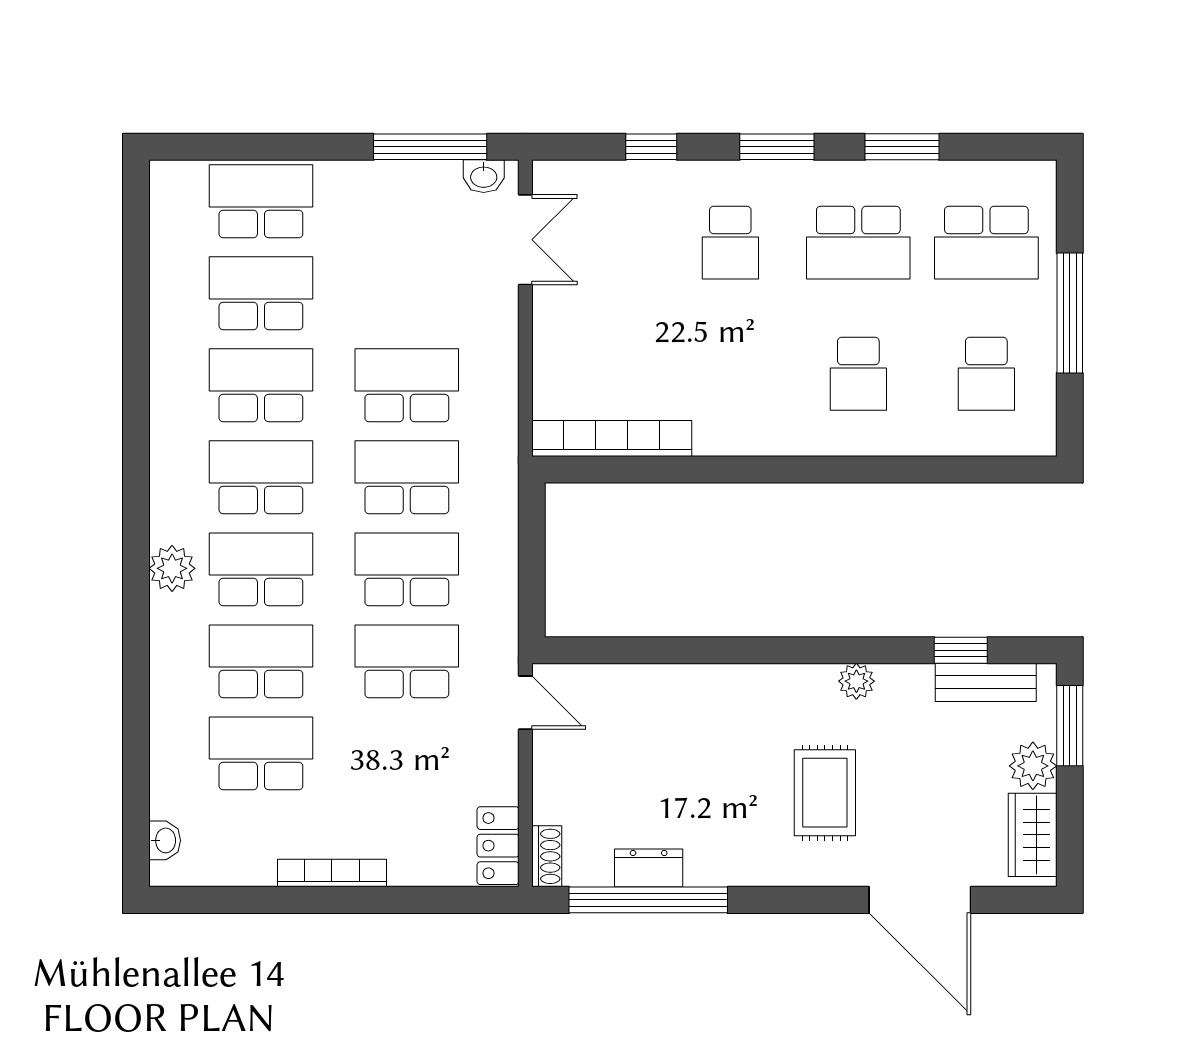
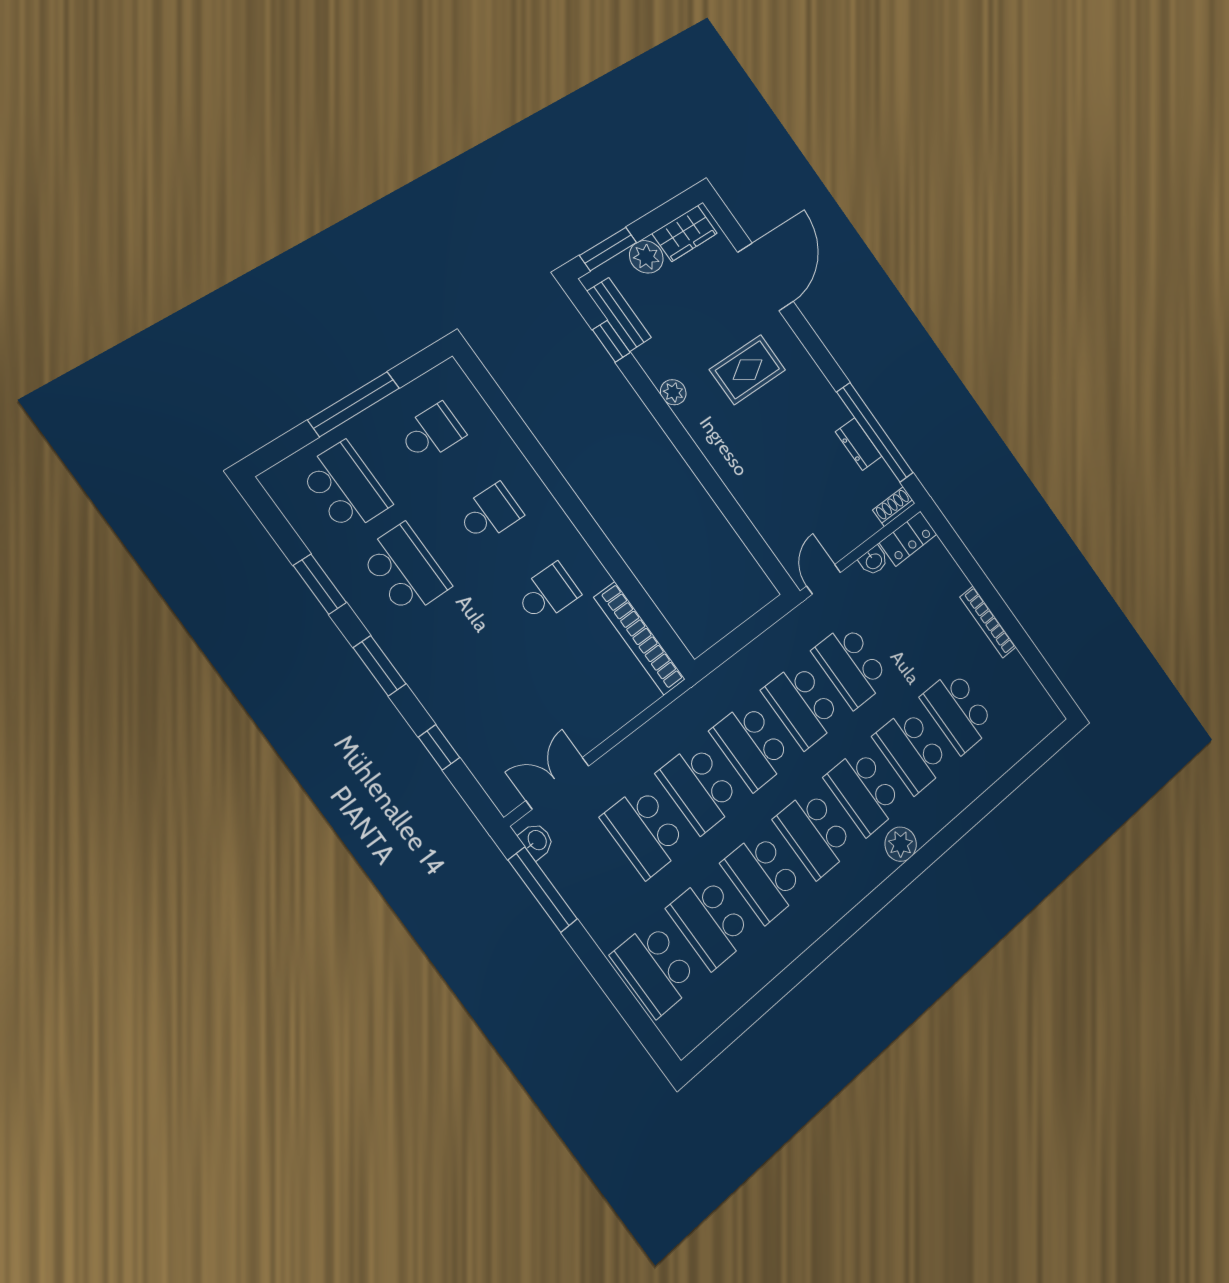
school desk: (730, 243) -> (548, 593), moved
school desk: (407, 293) -> (644, 832), added
washbasin: (165, 840) -> (874, 561), moved, turned 180

